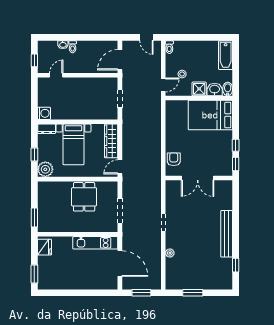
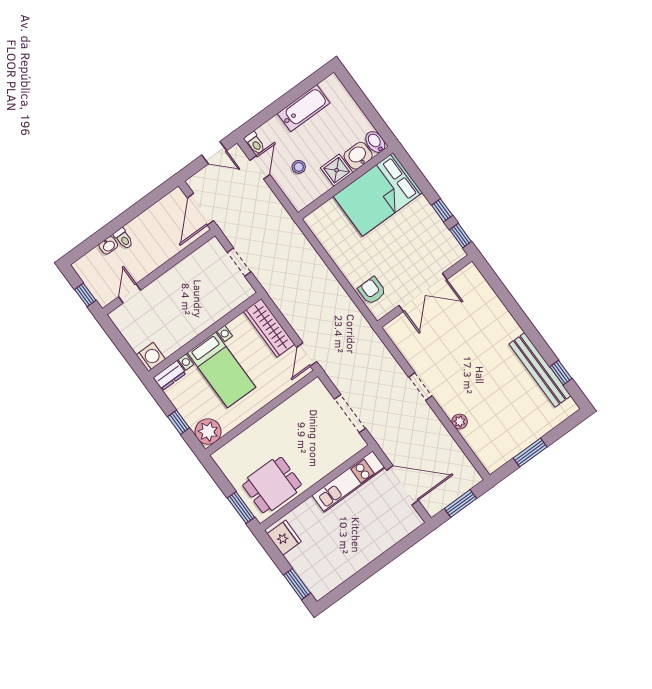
bathtub: (226, 55) -> (304, 108), moved, turned -90
door: (163, 85) -> (260, 167), moved
dining table: (84, 197) -> (272, 485), moved, turned 90
bench: (227, 234) -> (540, 370), moved

